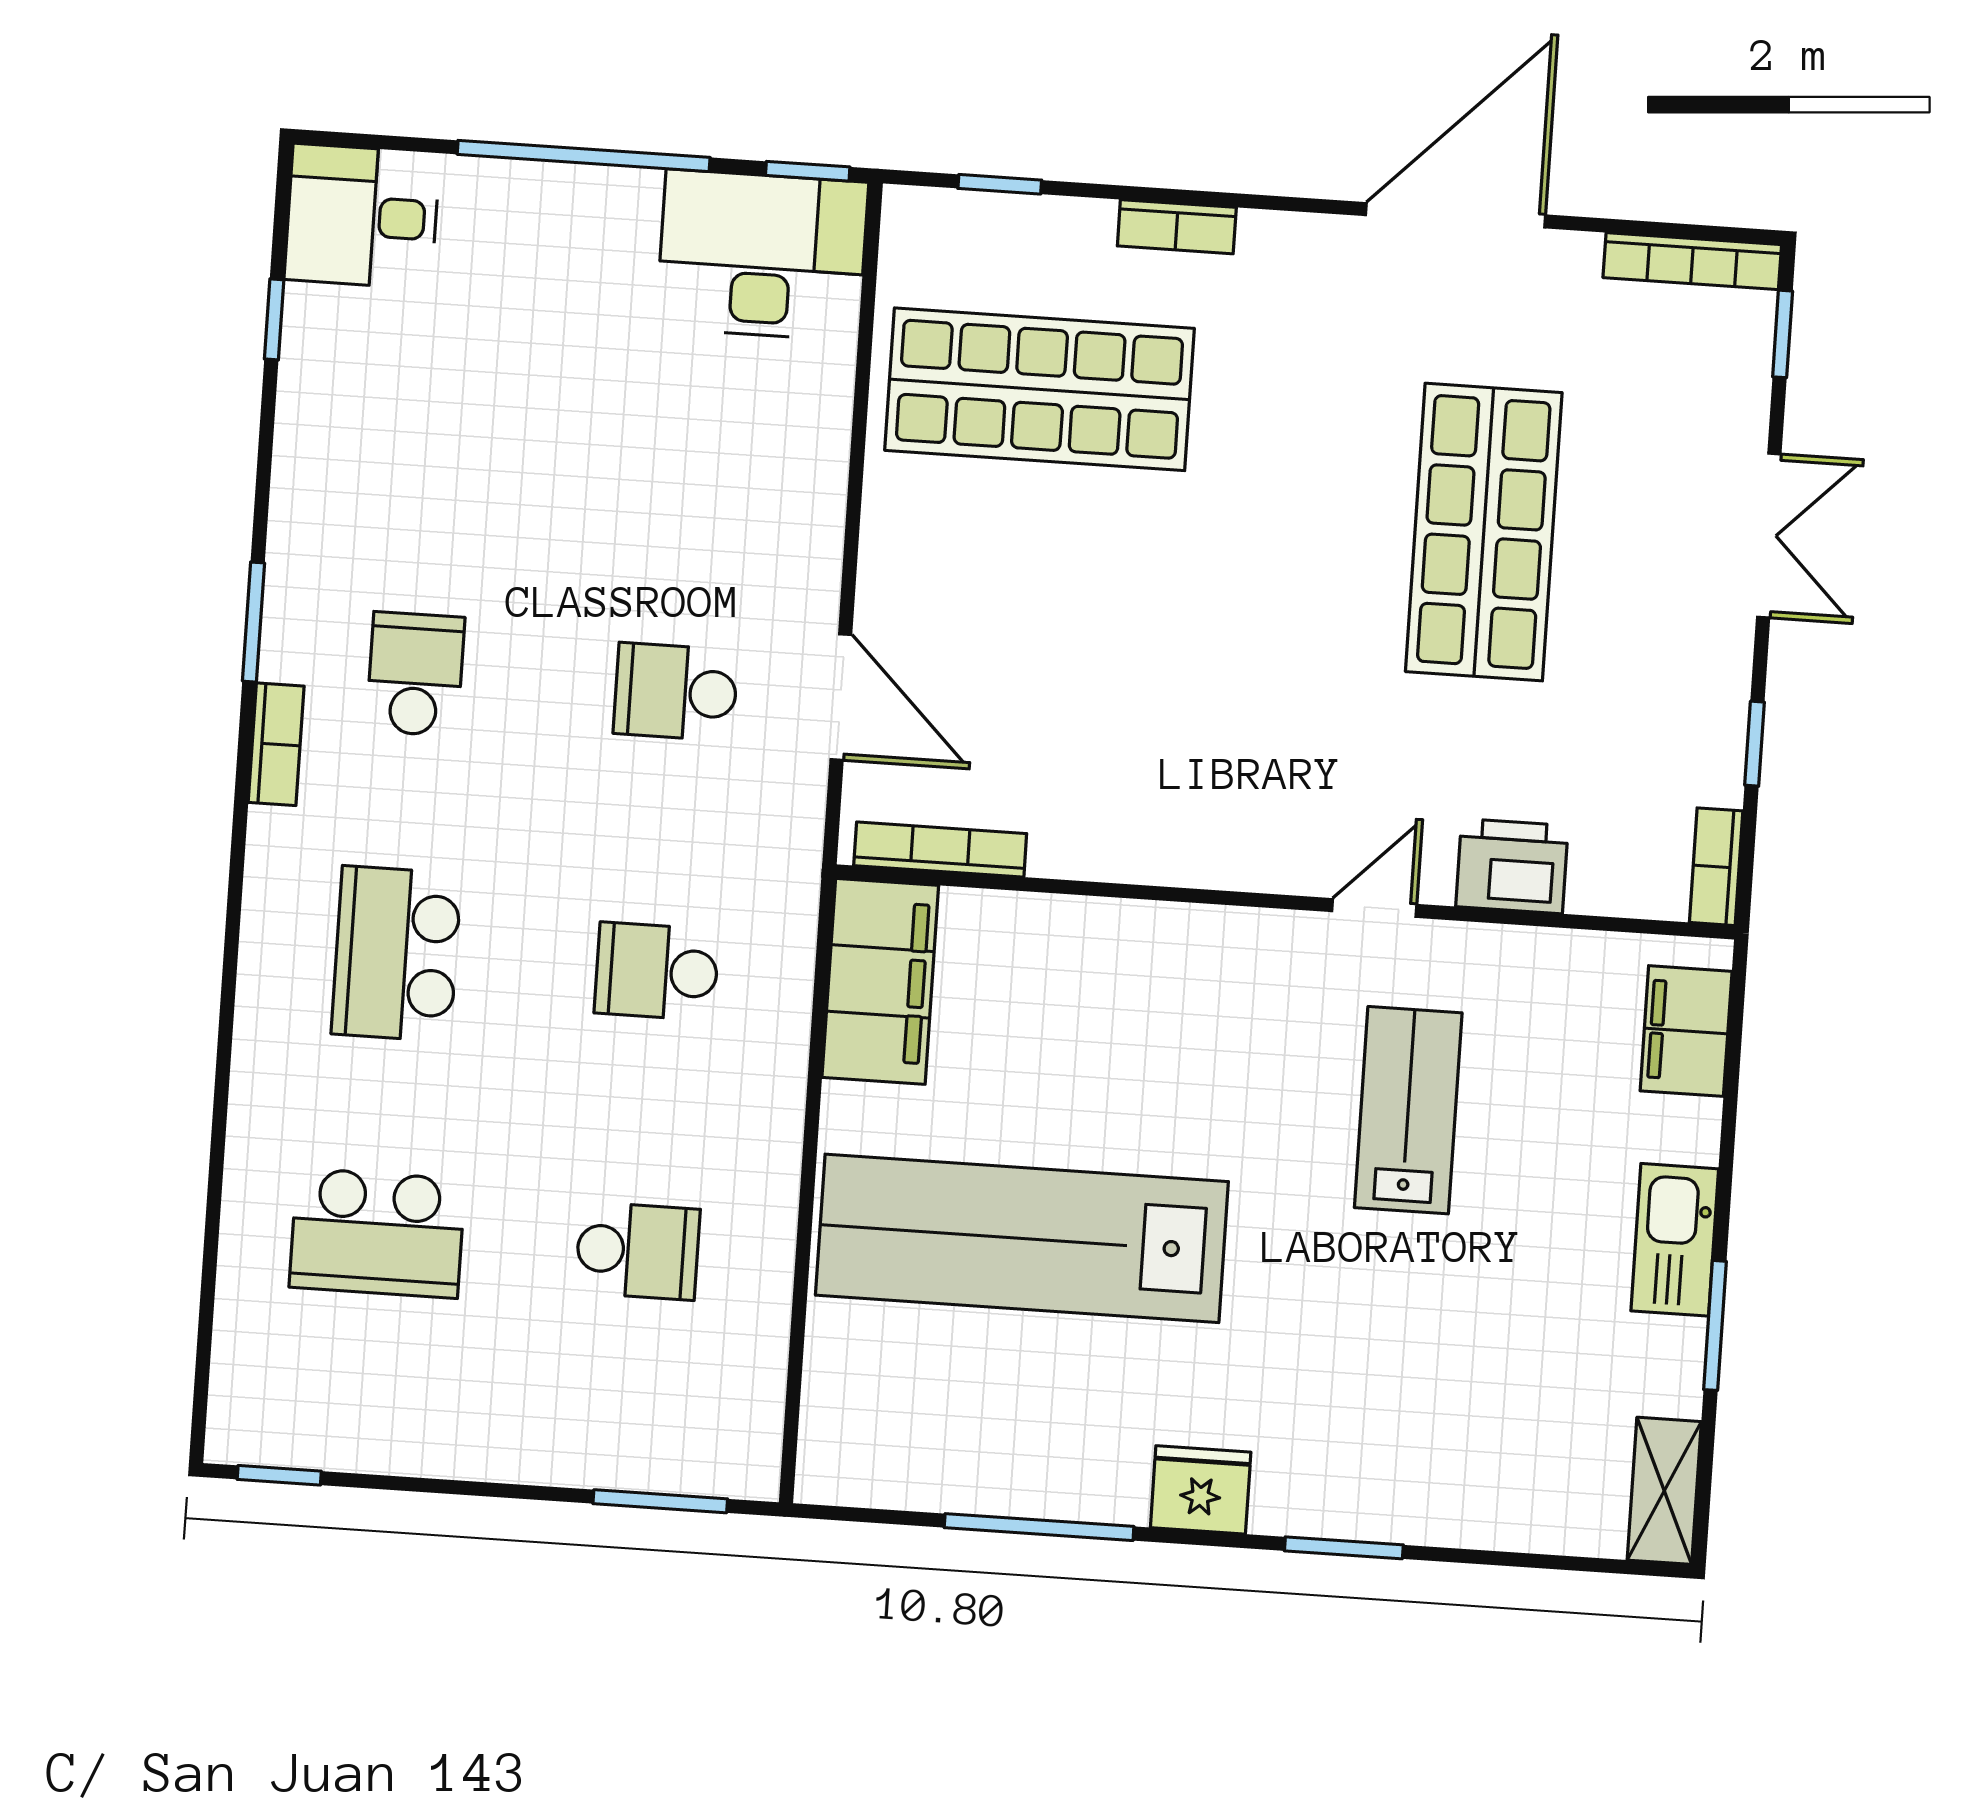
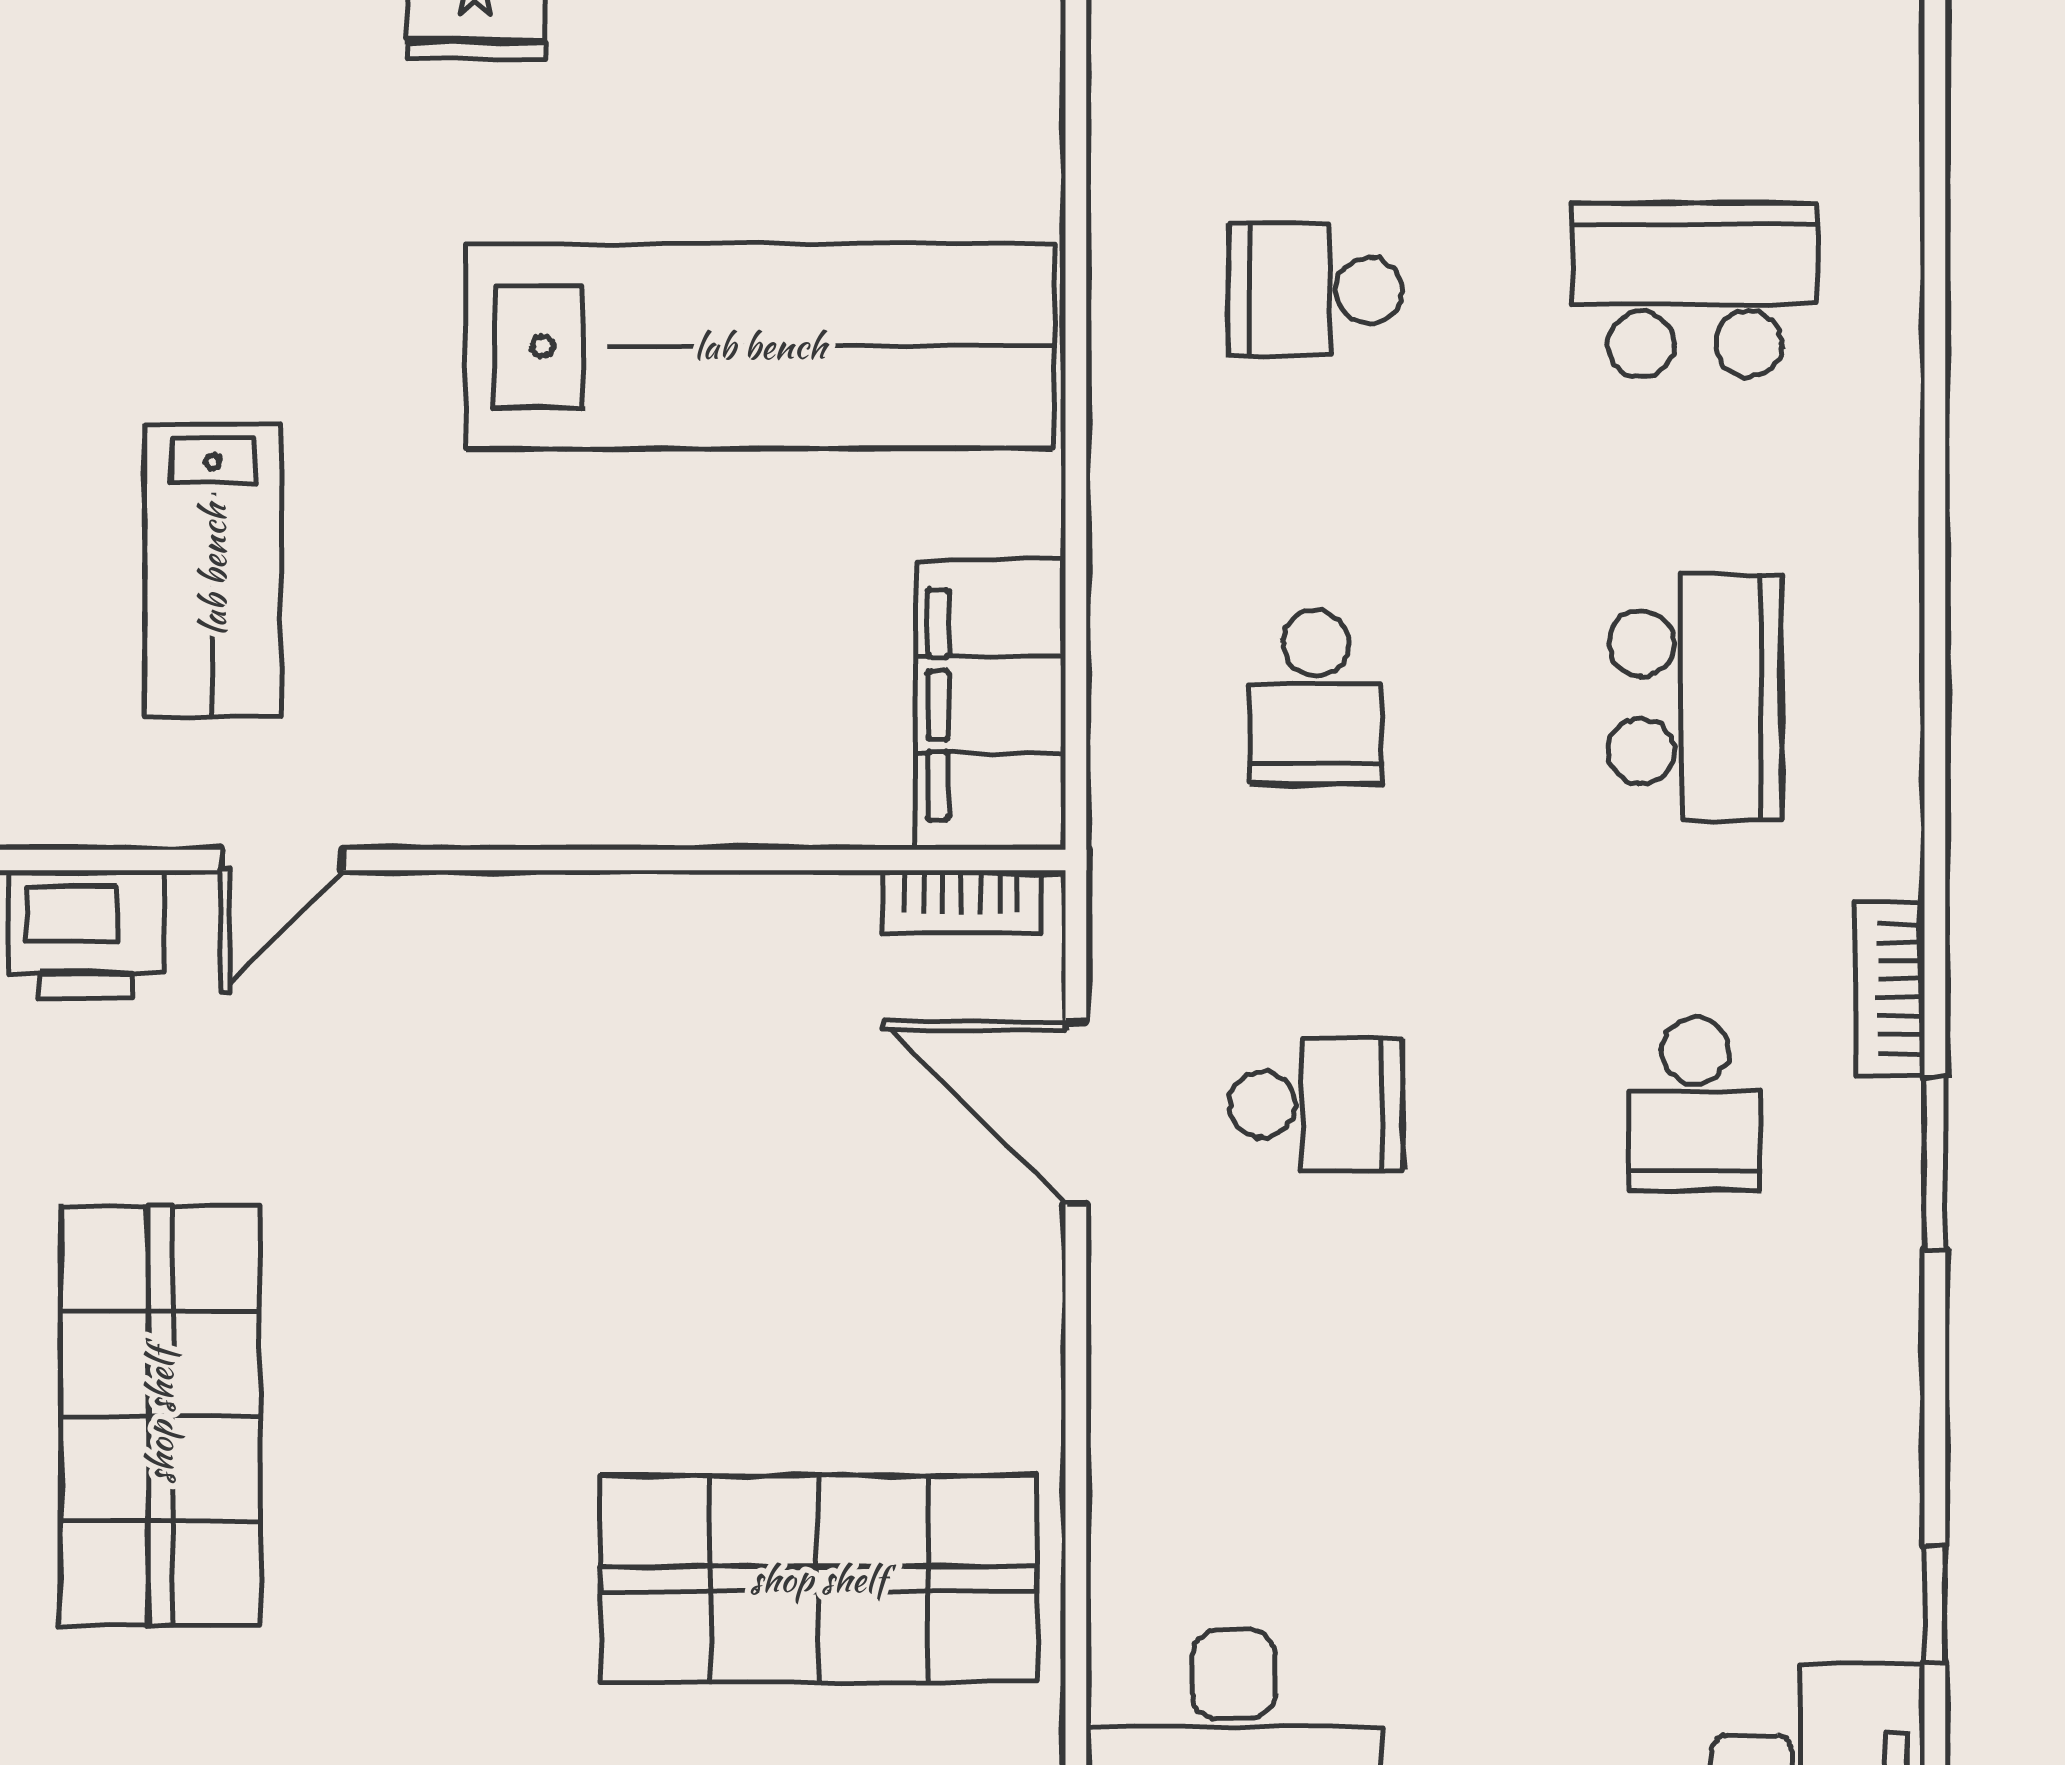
bookcase: (940, 850) -> (962, 902), width x0.64
school desk: (657, 971) -> (1316, 697), turned 90

